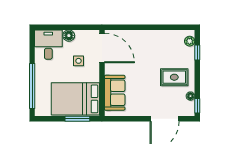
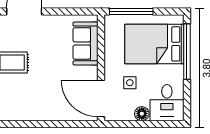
bed: (75, 99) -> (154, 44), moved, turned 180
window: (77, 119) -> (131, 12), width x1.44

